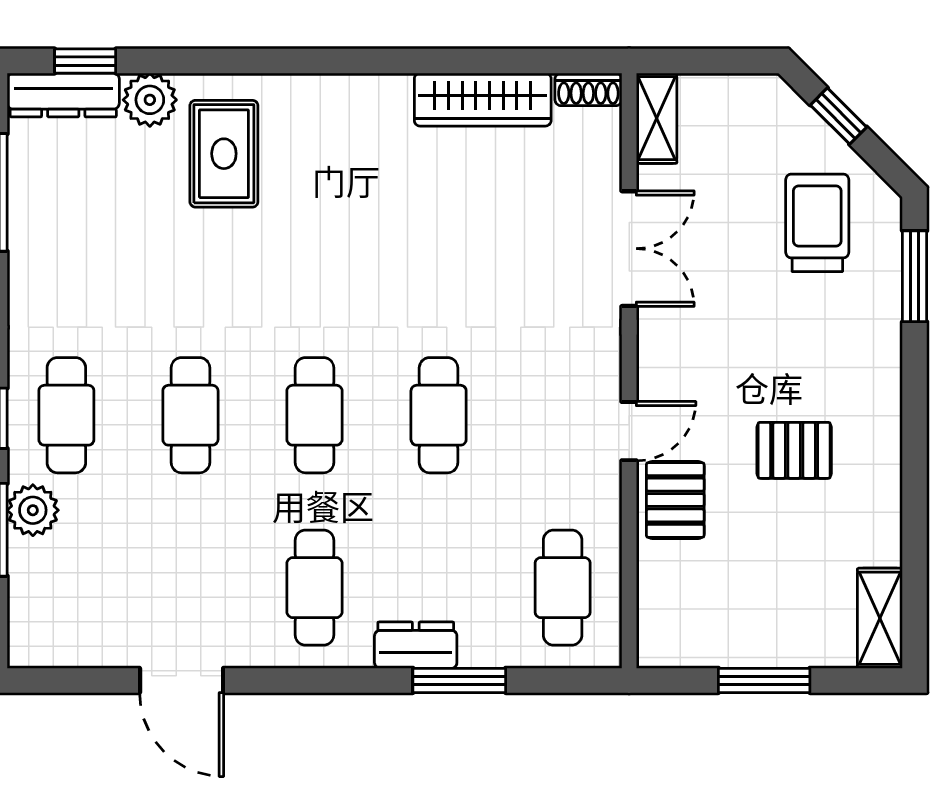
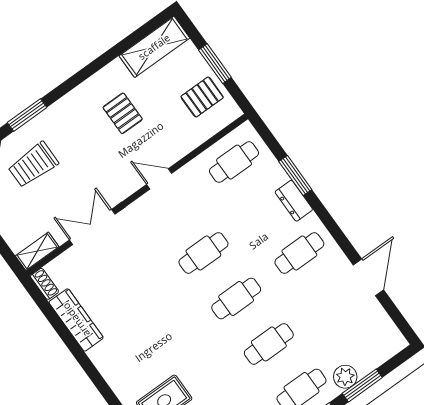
pallet: (675, 500) -> (202, 97), moved
shelving: (880, 618) -> (154, 47), width x1.50, depth x1.33

